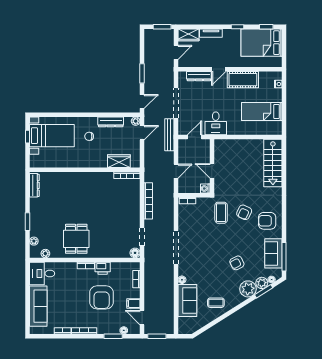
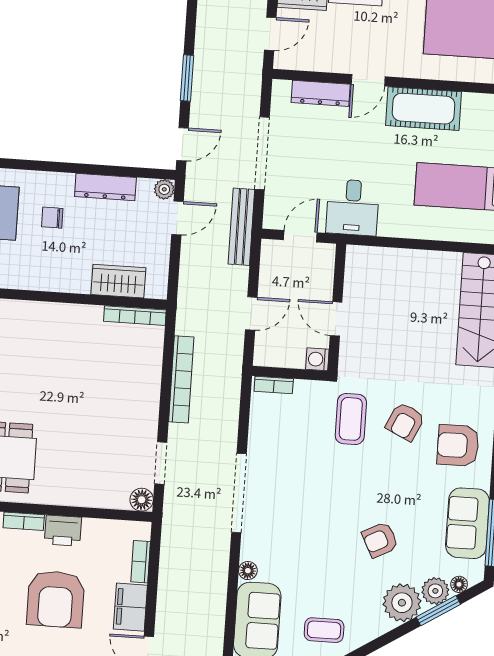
filing cabinet: (133, 303) -> (130, 607), width x2.00

